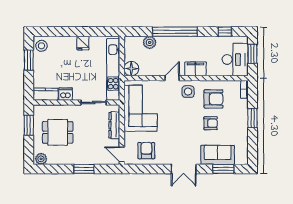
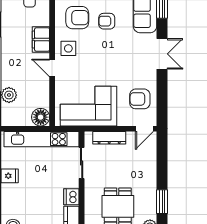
armchair: (214, 99) -> (77, 18), turned 90
armchair: (211, 123) -> (107, 21), turned -90
window: (84, 169) -> (162, 202), moved

